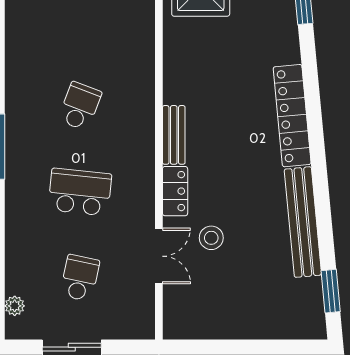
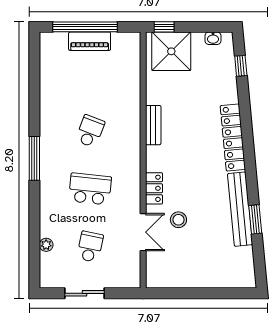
bench: (174, 135) -> (153, 125), moved
window: (331, 291) -> (255, 219), moved
plant: (15, 306) -> (46, 245), moved

